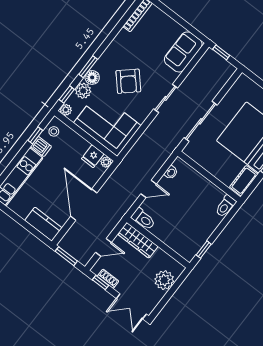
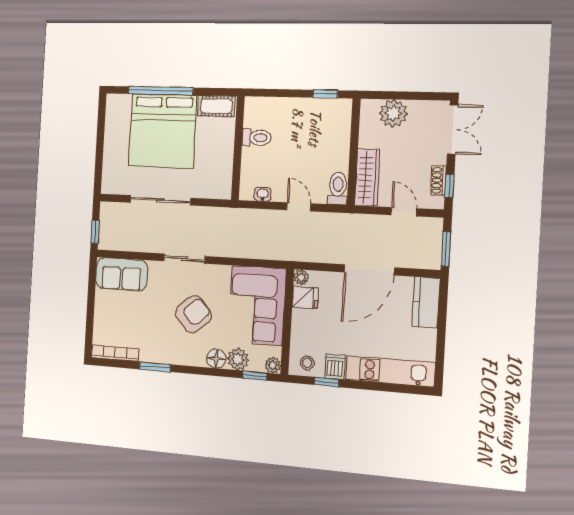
window: (88, 67) -> (155, 367), moved
sliding door: (201, 121) -> (160, 200), moved
toilet: (226, 206) -> (257, 138), moved

